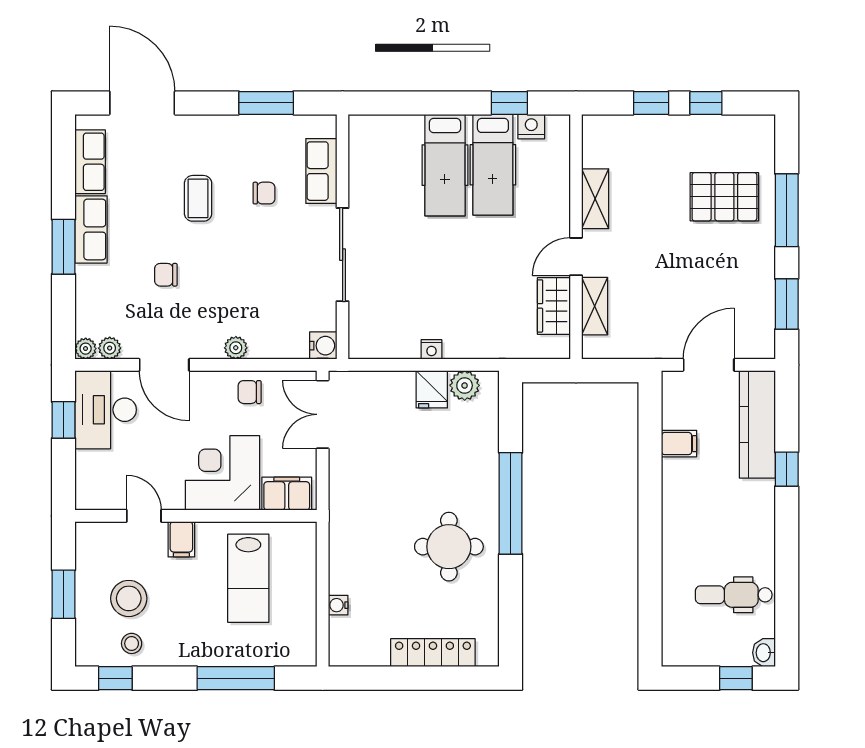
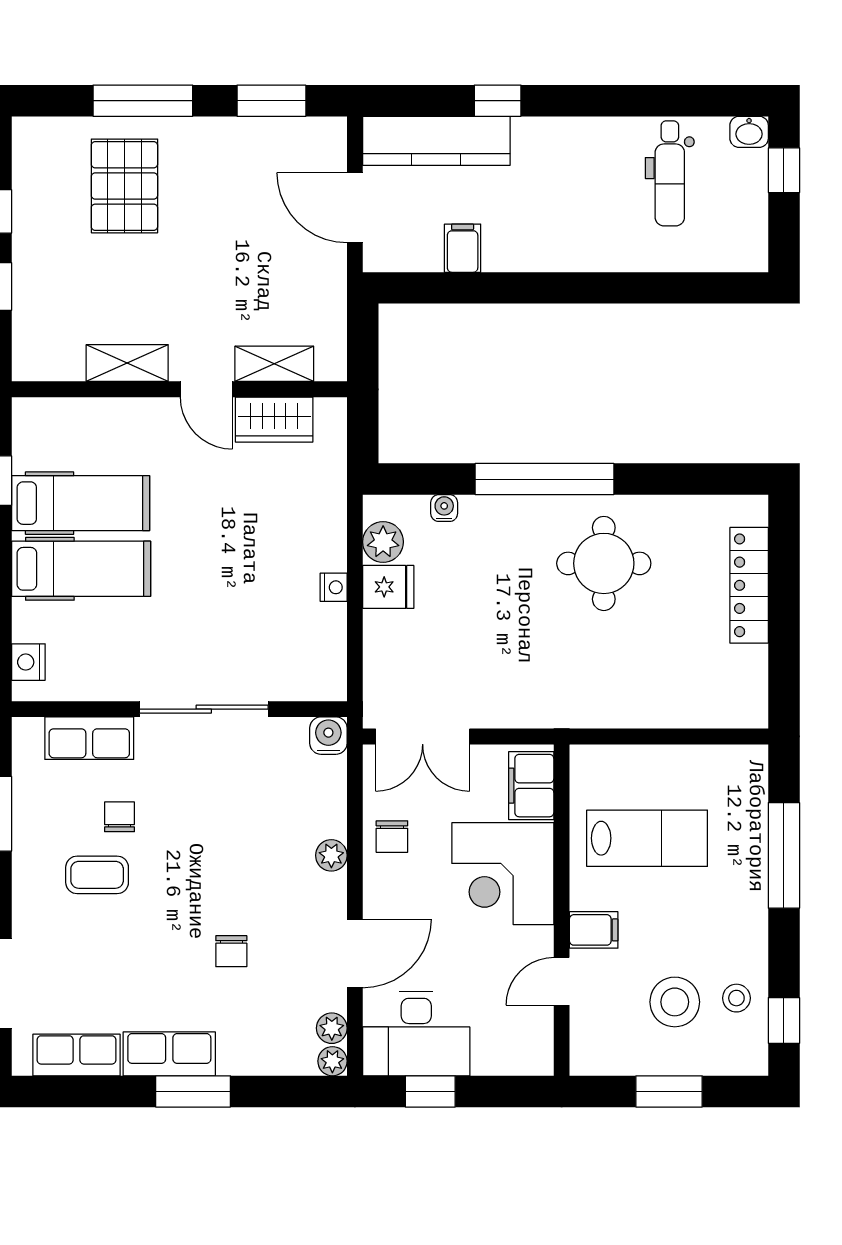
nightstand: (531, 127) -> (28, 662), moved
coffee table: (198, 198) -> (97, 875), moved
water cooler: (338, 605) -> (444, 508), moved, turned 180

